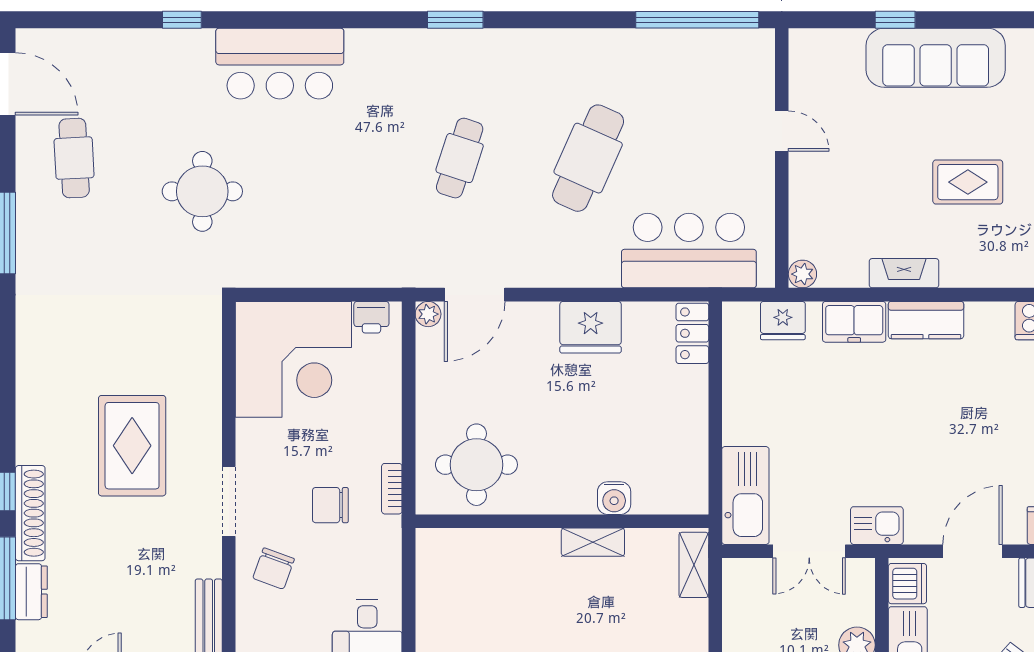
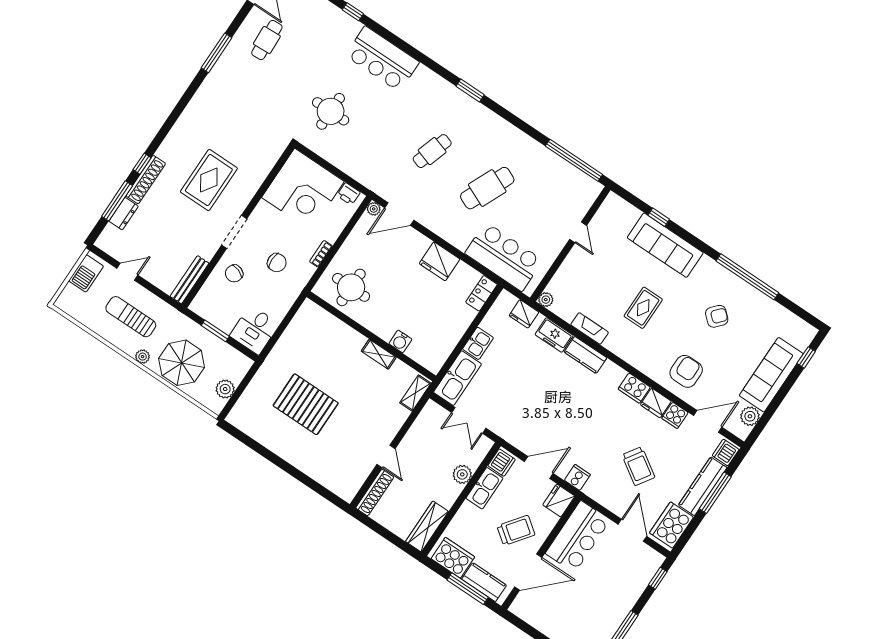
rug: (968, 182) -> (643, 308), turned 90
round table: (202, 191) -> (331, 111), moved
bookcase: (392, 489) -> (321, 254), moved
chair: (330, 505) -> (277, 263), turned 180
kitchen sink: (877, 526) -> (478, 343), moved, turned 90

